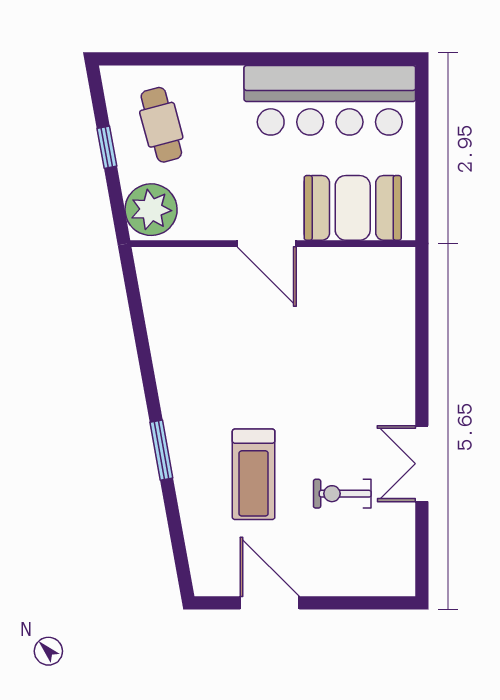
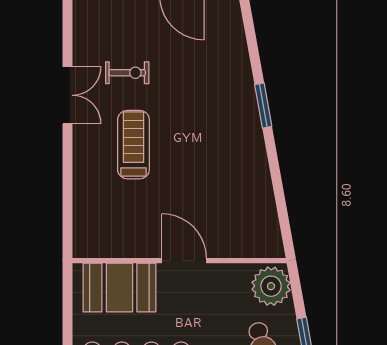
treadmill: (254, 474) -> (133, 145), moved

